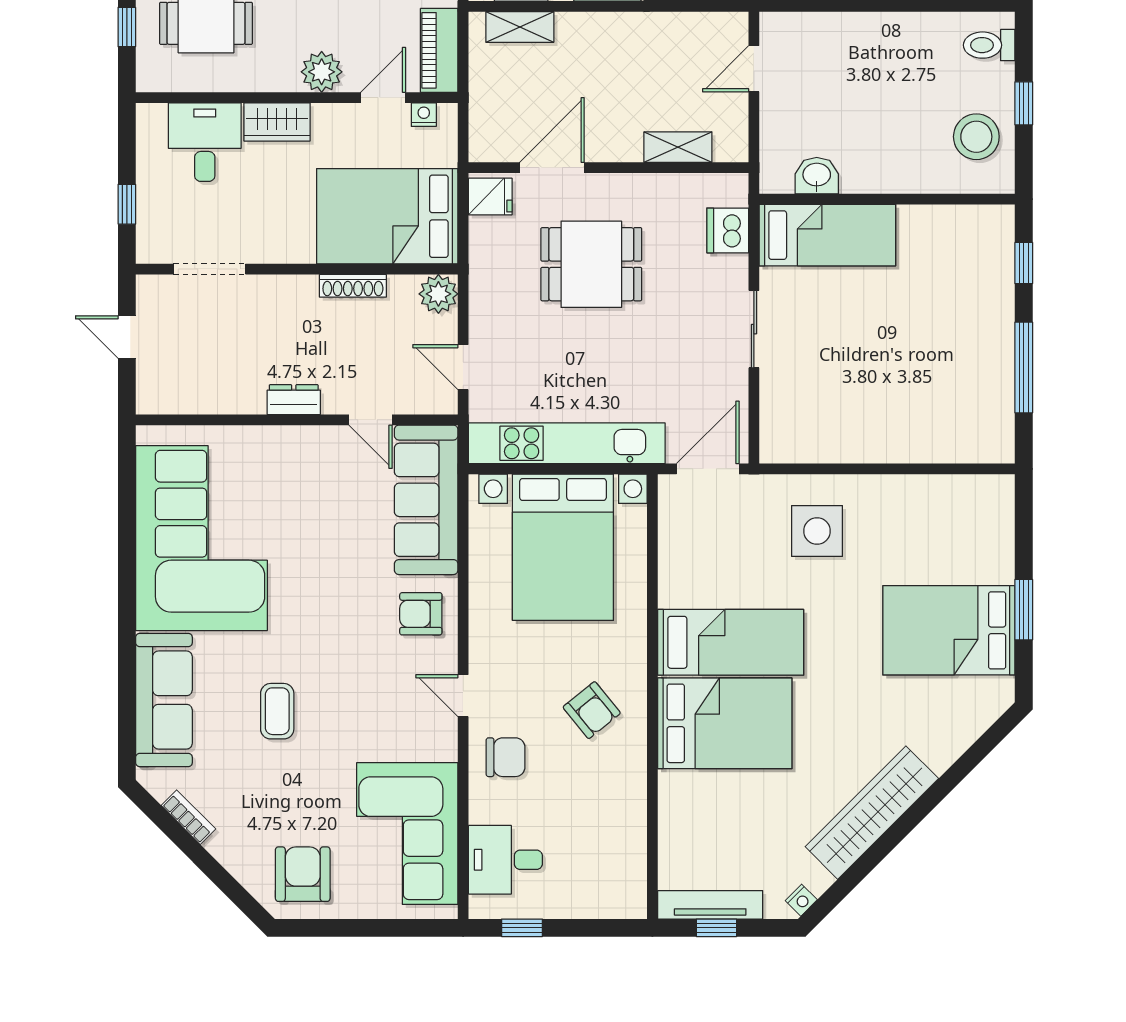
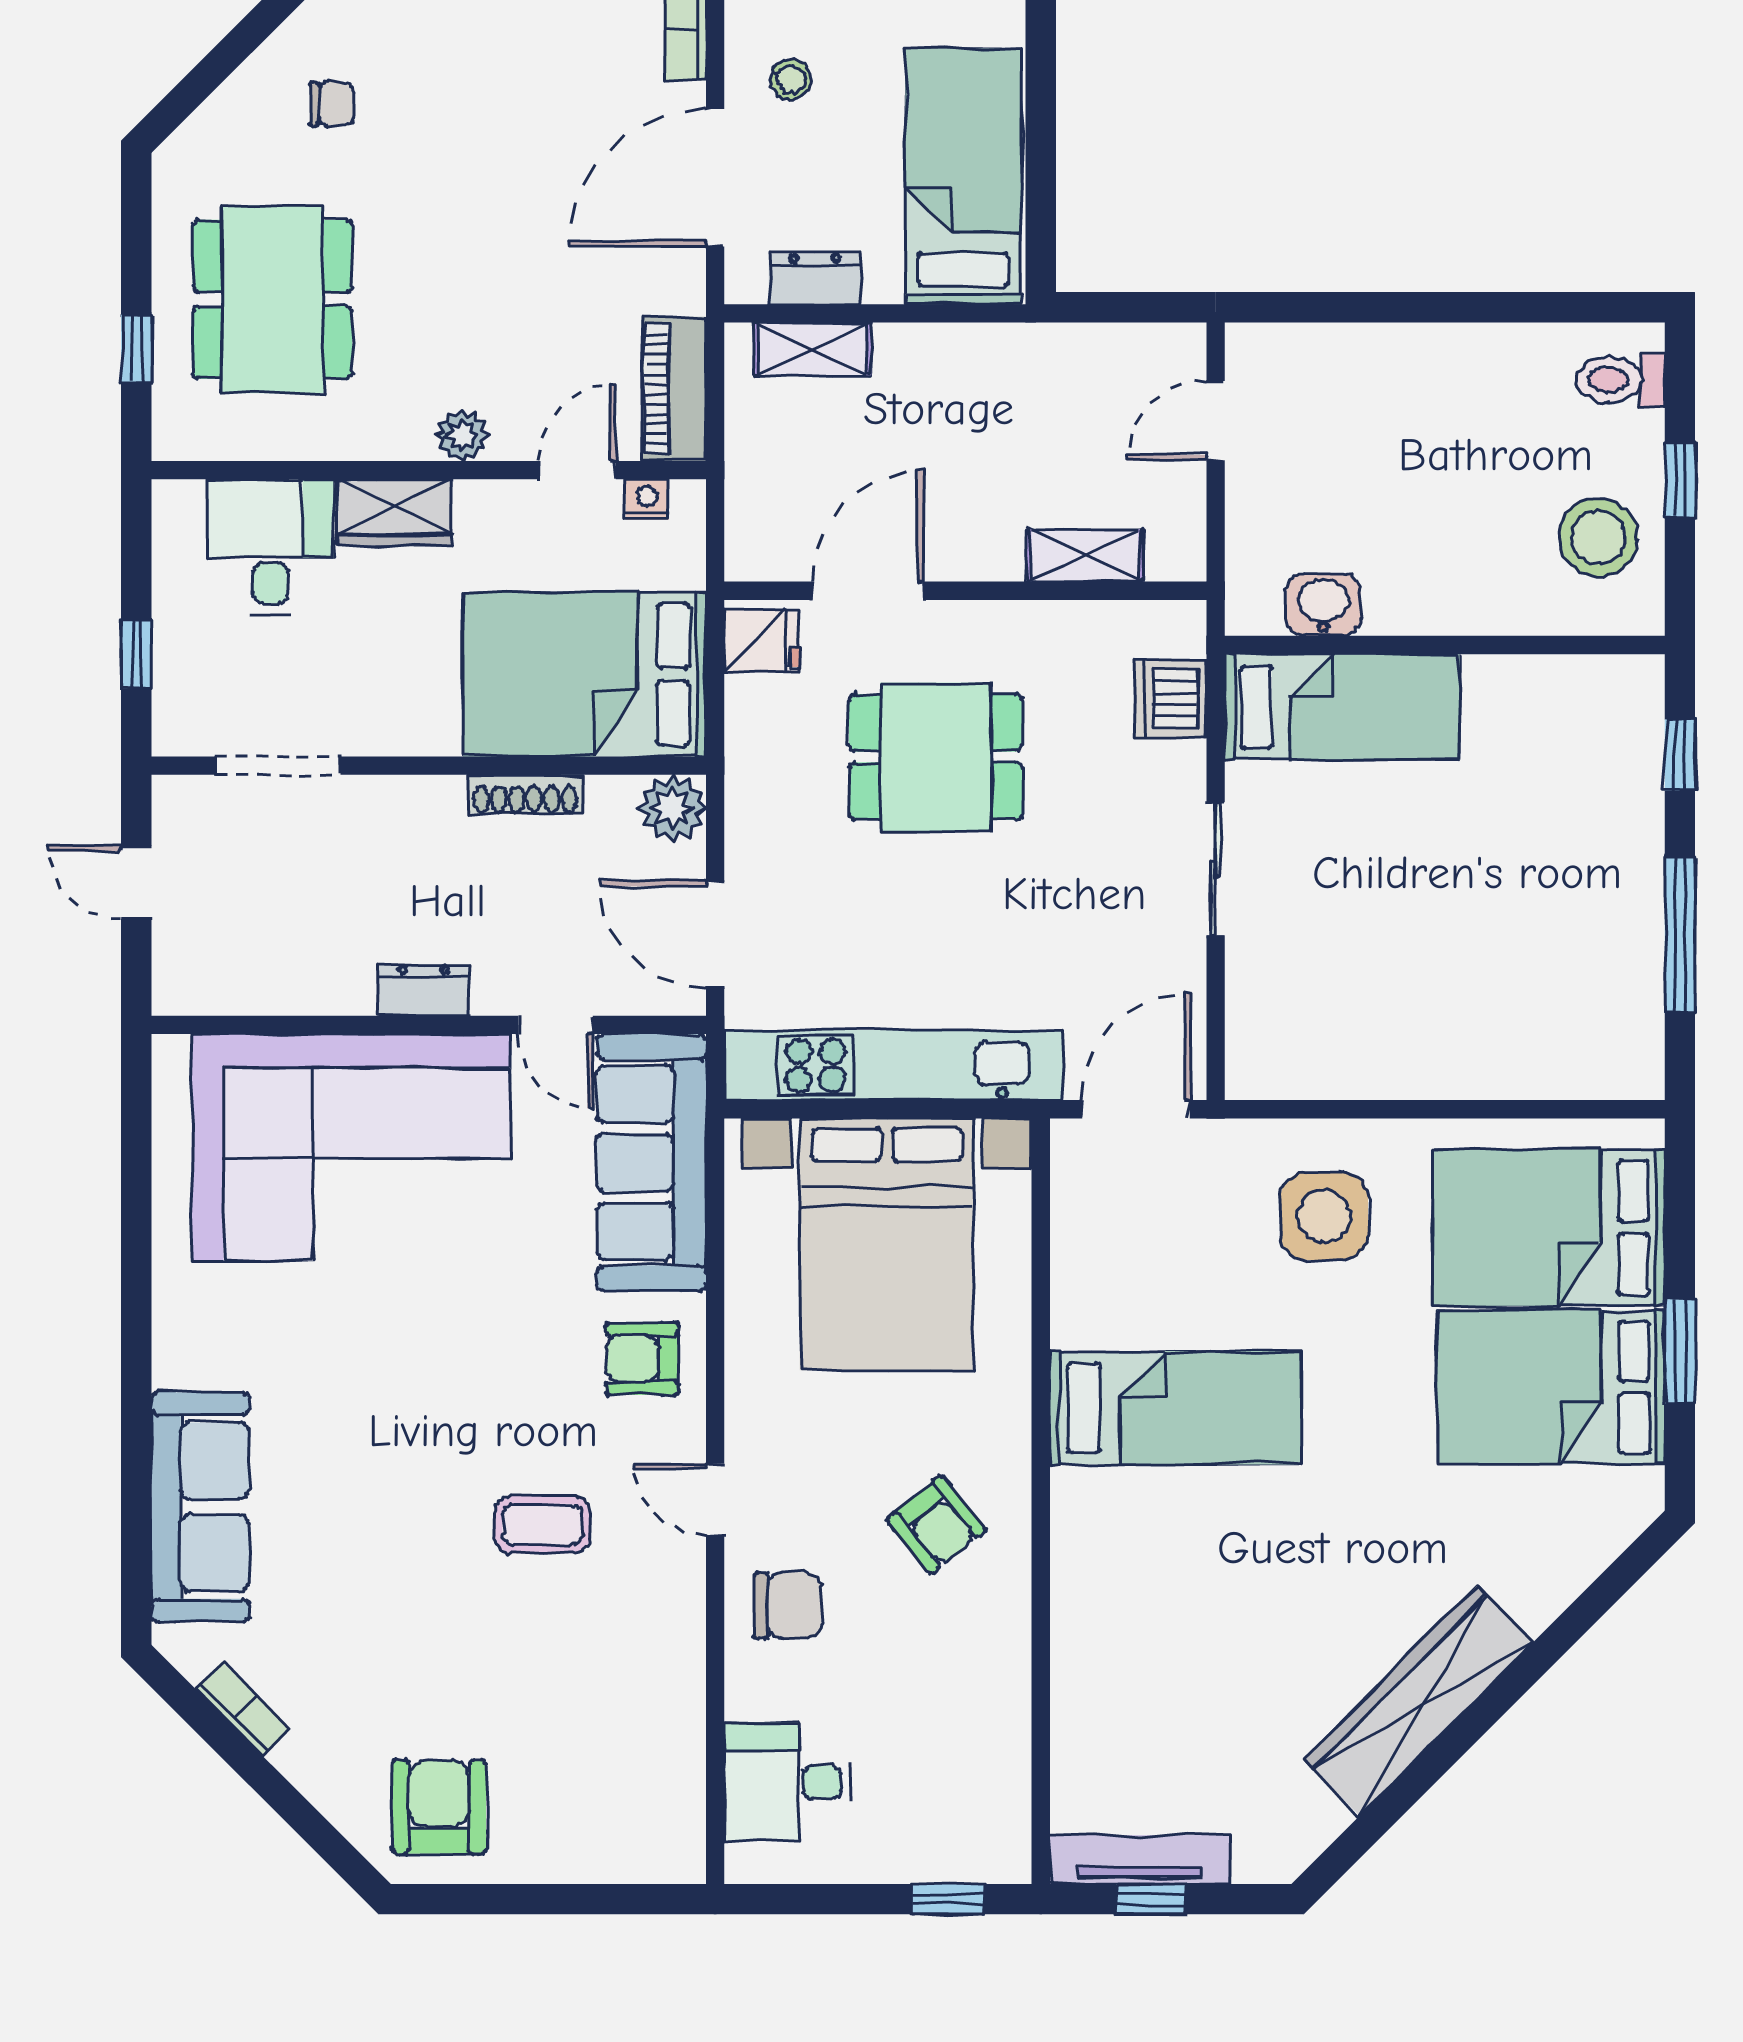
plant: (322, 72) -> (462, 435), width x0.73, depth x0.73
door: (463, 367) -> (715, 934), width x1.38
corner sofa: (201, 538) -> (351, 1147), moved, turned 90
coffee table: (277, 711) -> (542, 1524), moved, turned 90
bed: (725, 723) -> (1549, 1228), moved, turned 180
corner sofa: (407, 833) -> (619, 1737), removed
nightstand: (801, 900) -> (1297, 1852), removed
window: (522, 928) -> (948, 1899), moved

